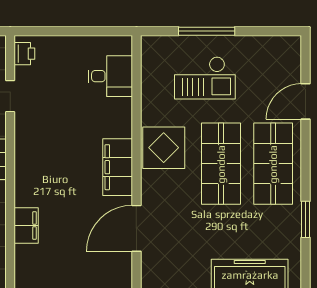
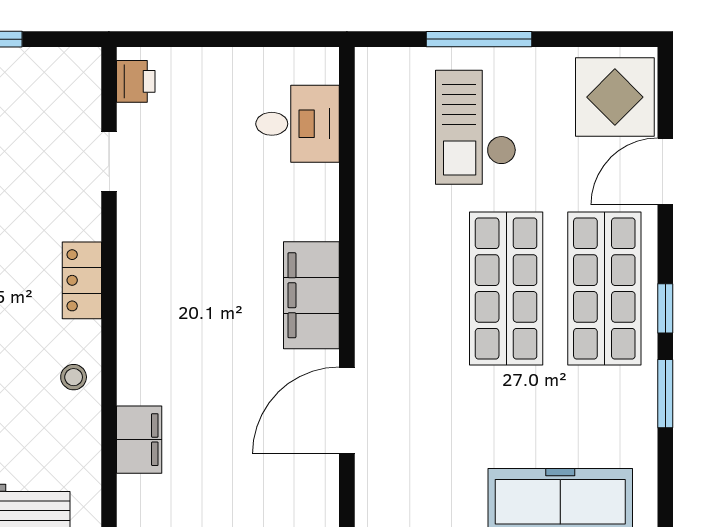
checkout: (205, 78) -> (476, 127), turned 90
display table: (164, 148) -> (615, 97), moved
window: (305, 174) -> (665, 308), added
filing cabinet: (26, 225) -> (139, 440), moved

